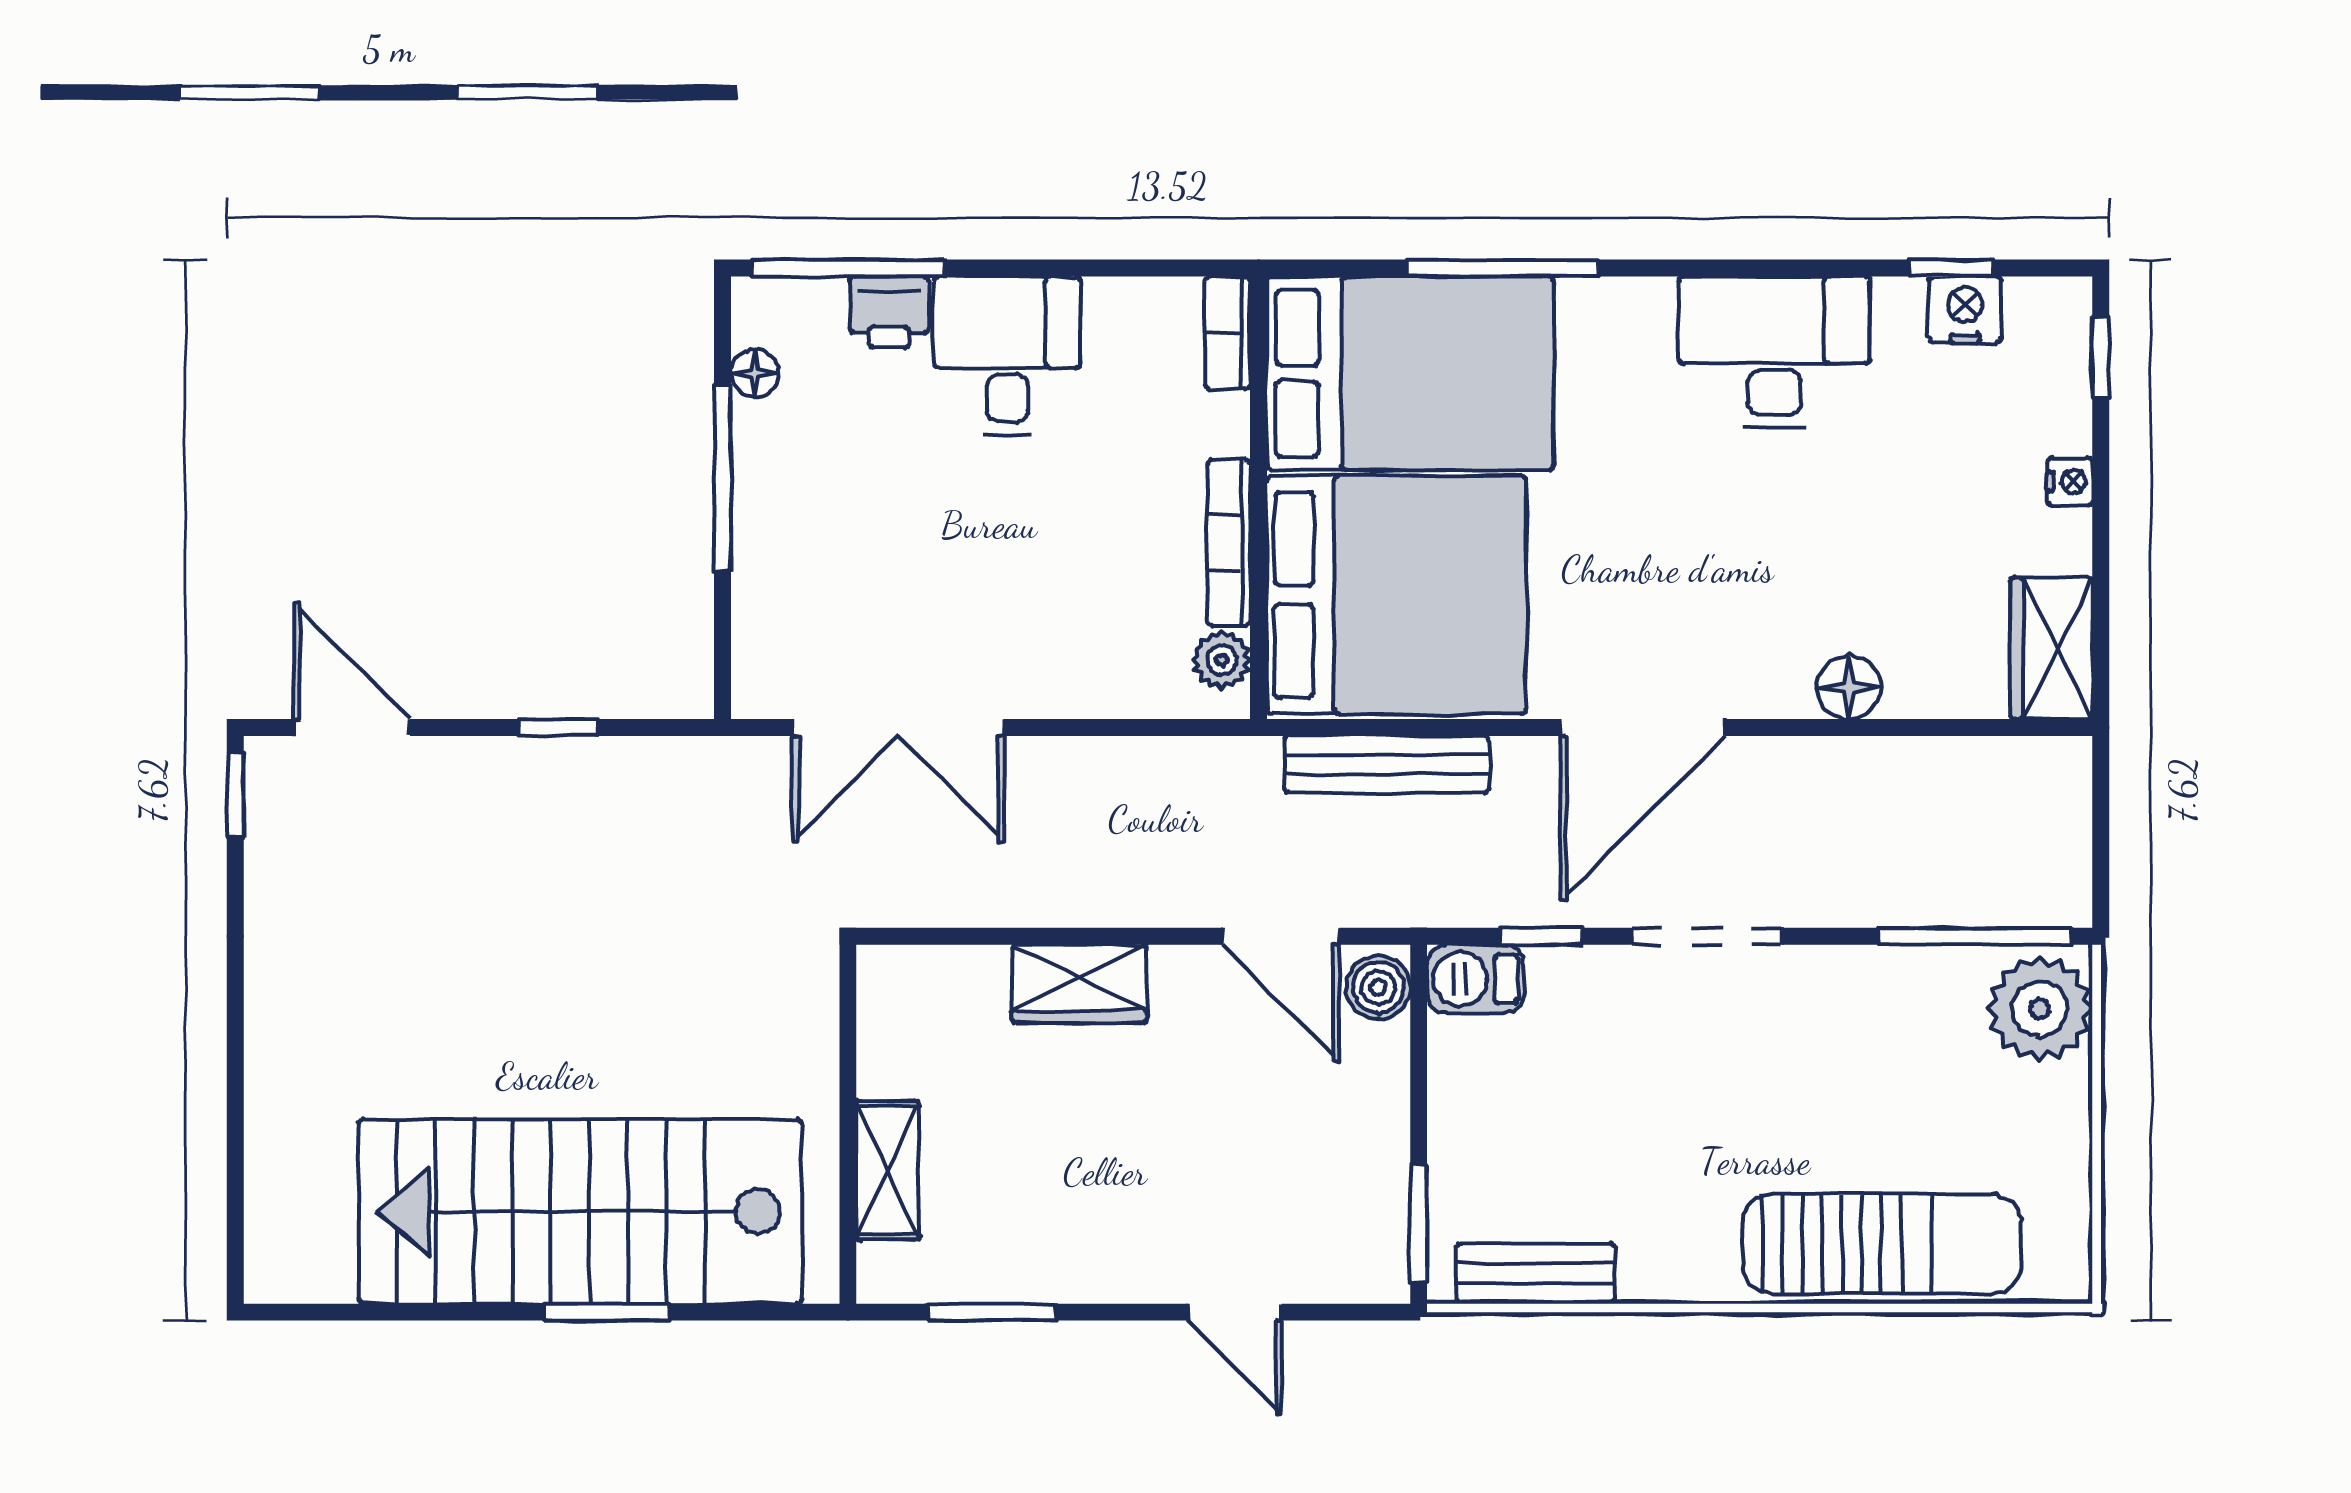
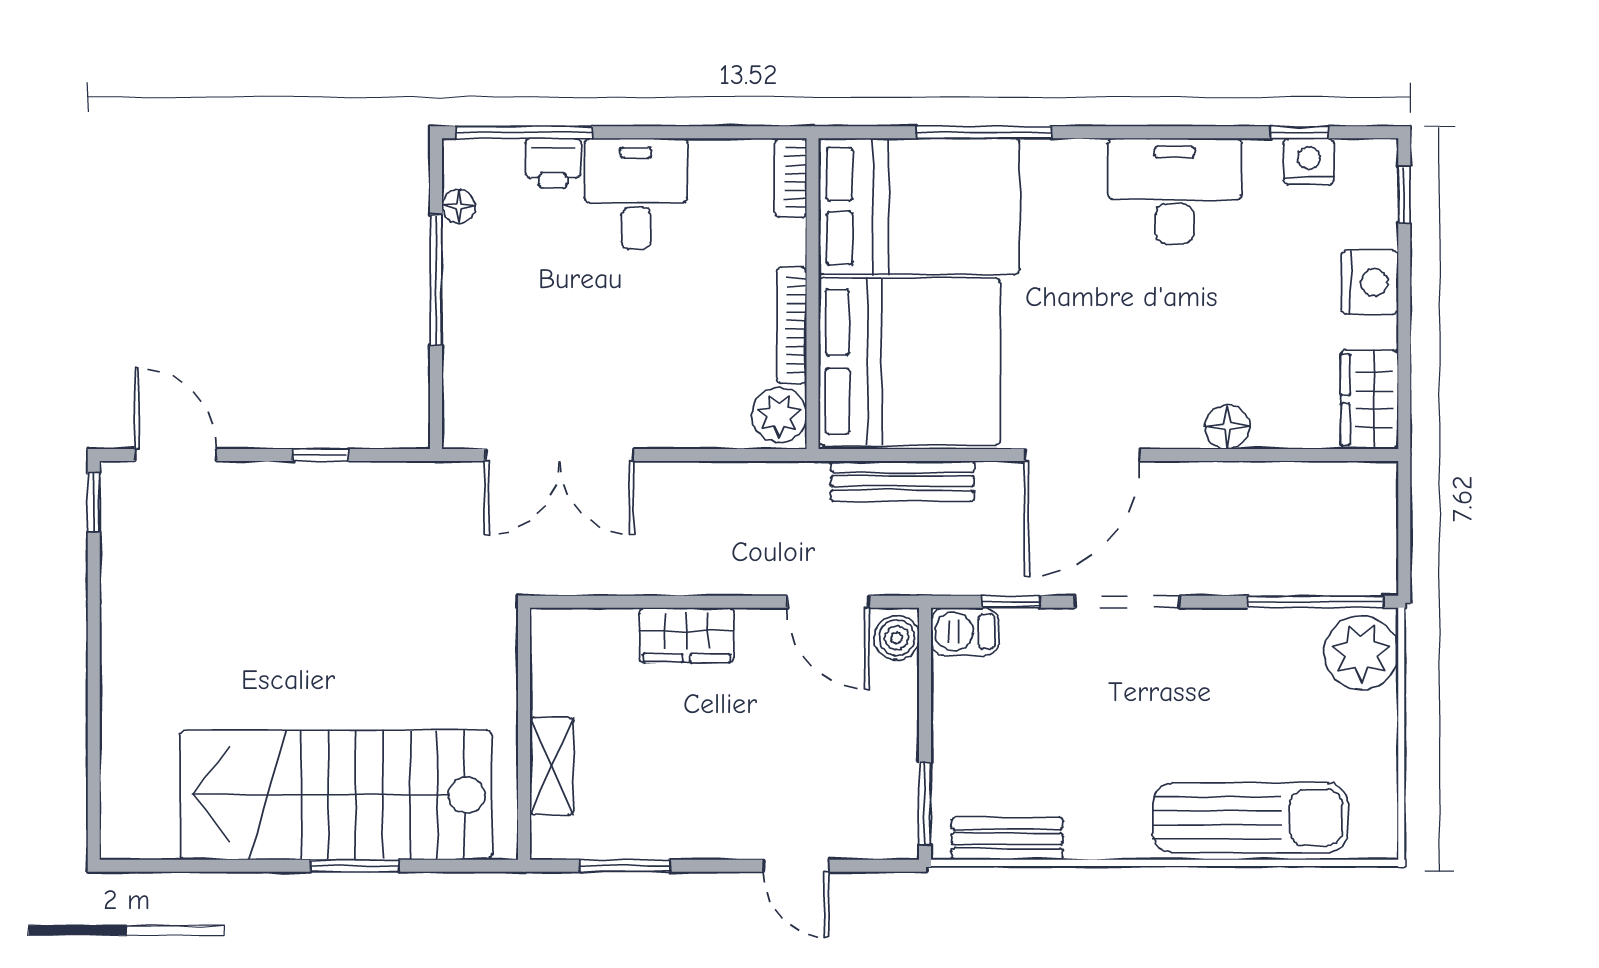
nightstand: (2070, 481) -> (1370, 282), width x1.89, depth x1.79
plant: (1222, 660) -> (779, 415), width x1.38, depth x1.38

